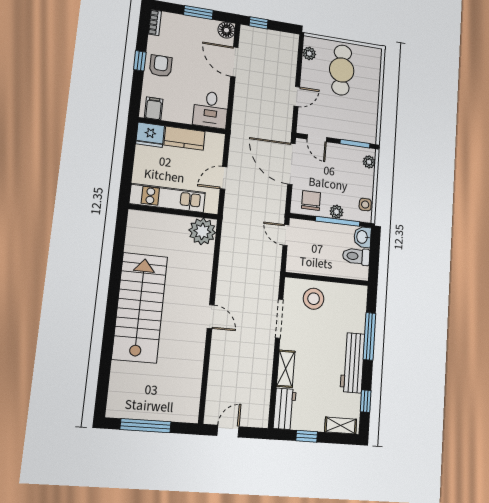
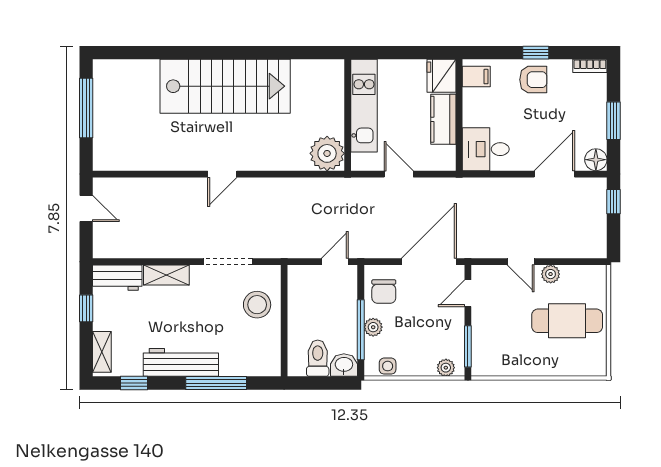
plant: (309, 53) -> (551, 274), moved
chair: (311, 200) -> (384, 292), turned 90

